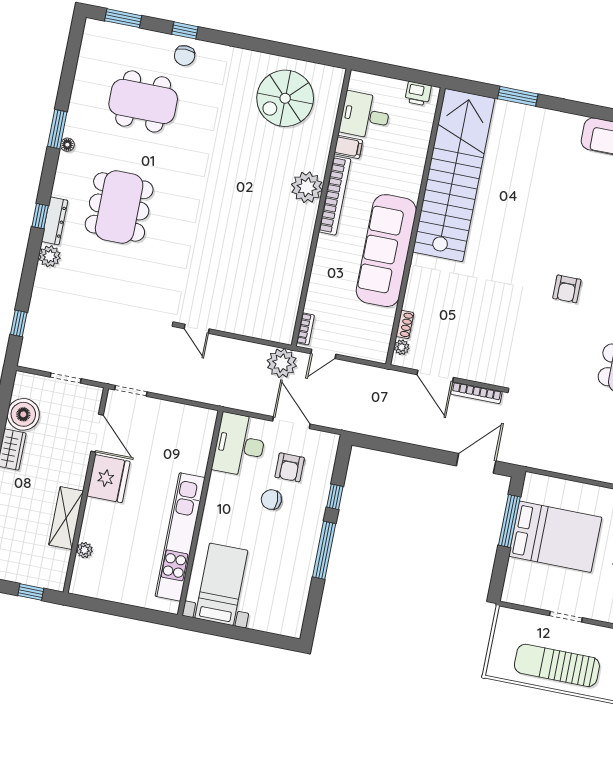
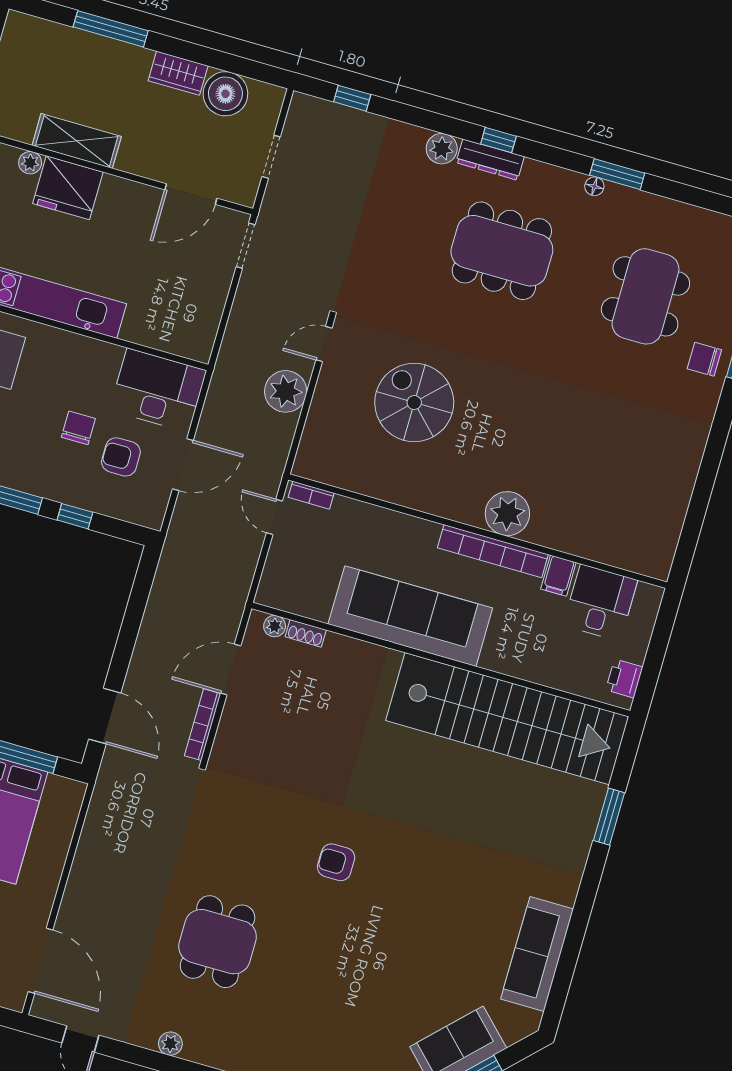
spiral stairs: (285, 98) -> (414, 402), moved
plant: (282, 363) -> (286, 391), moved
fridge: (109, 479) -> (68, 188), moved

